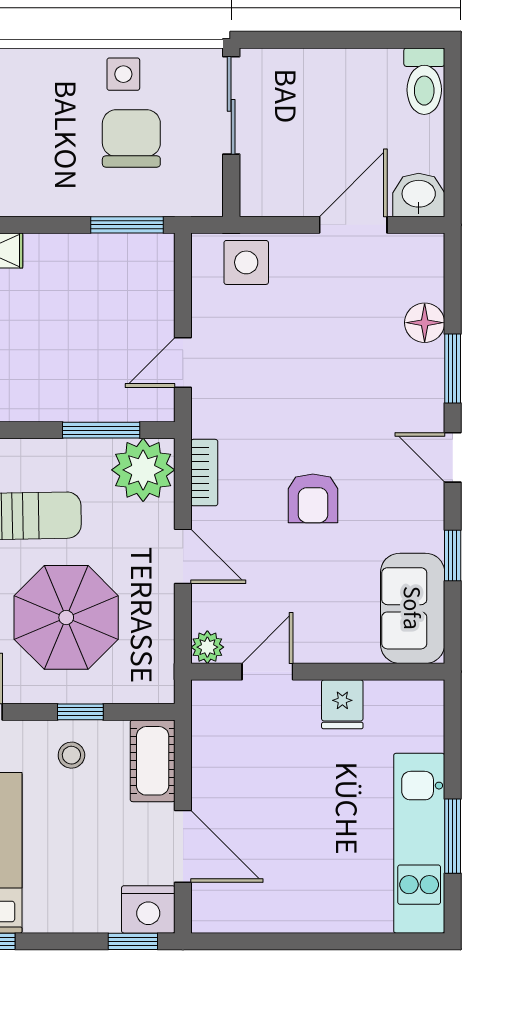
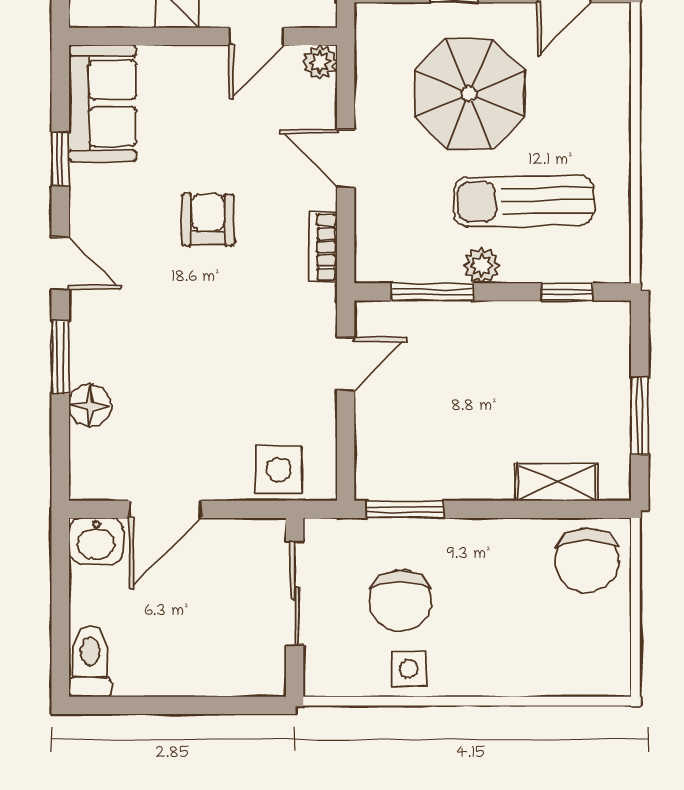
sliding door: (231, 105) -> (295, 593), moved
plant: (143, 470) -> (481, 266), moved, width x0.53, depth x0.53

